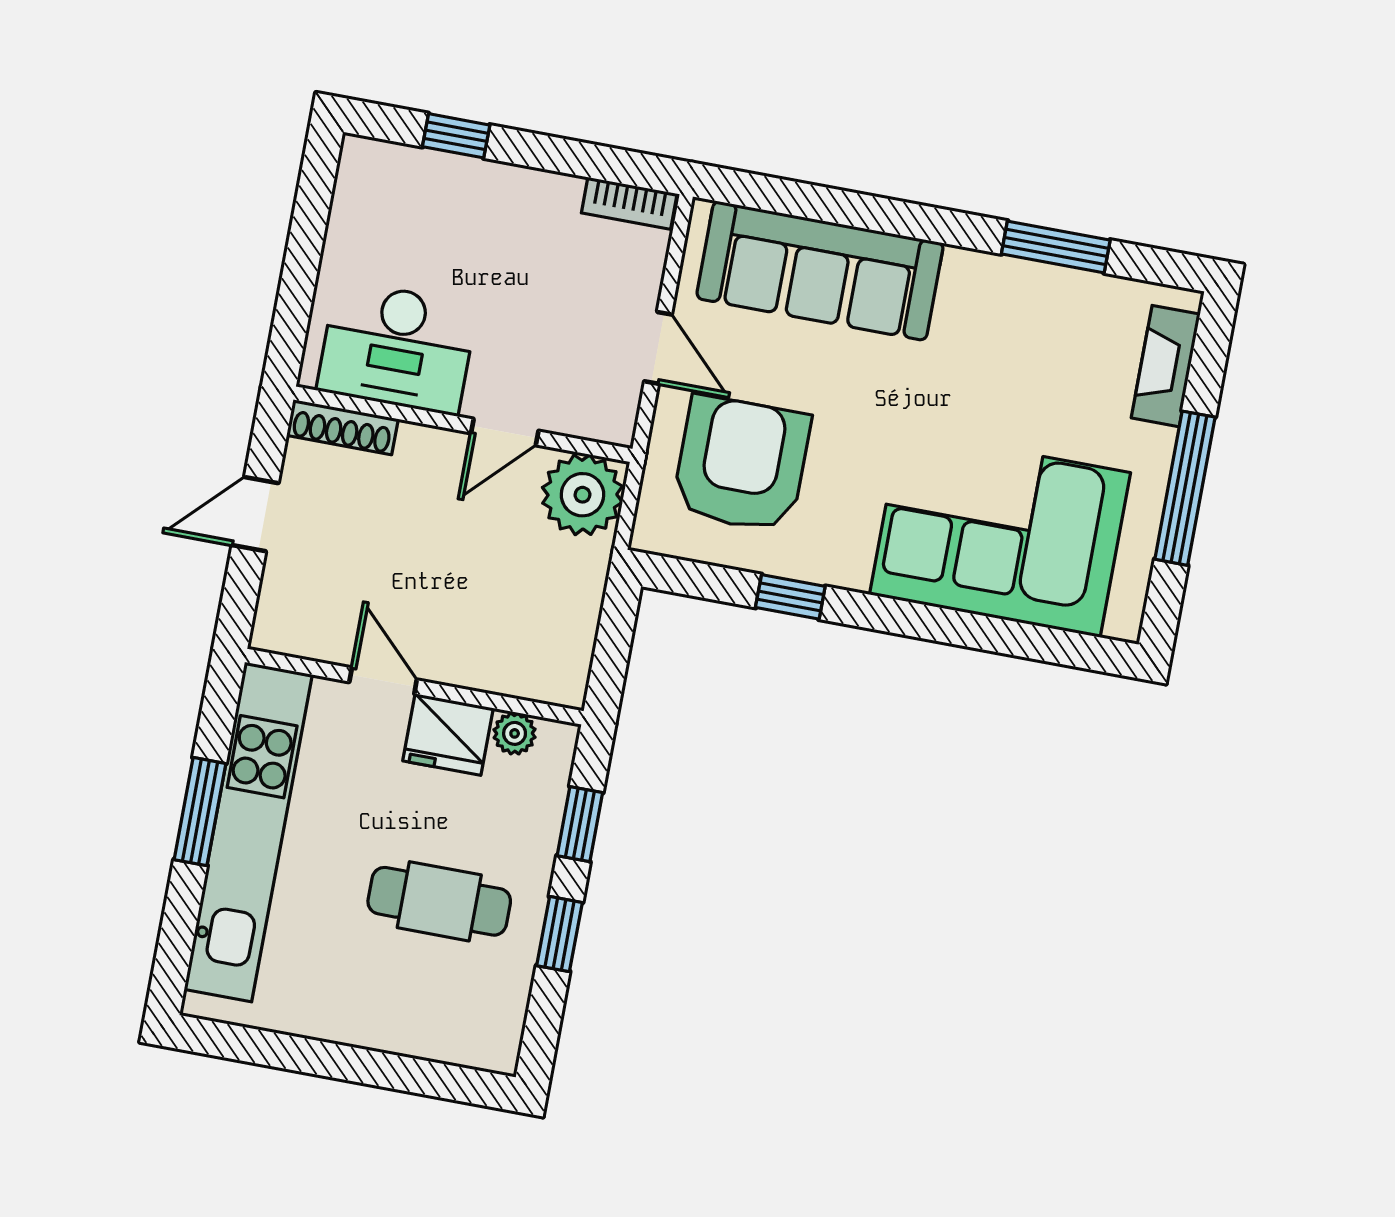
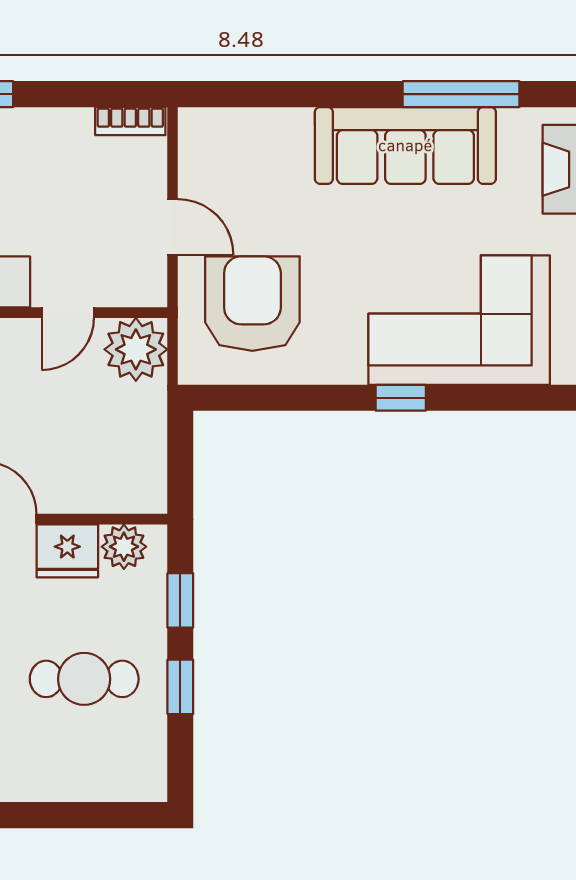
window: (1056, 247) -> (461, 94), width x1.44
sofa: (820, 271) -> (405, 145), moved
window: (790, 597) -> (401, 398), moved
plant: (515, 733) -> (124, 547), width x1.38, depth x1.38

